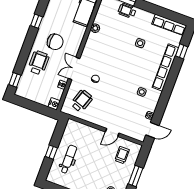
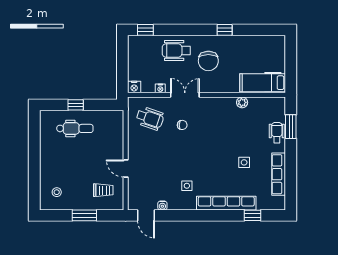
row of seats: (169, 25) -> (279, 174), moved
wheelchair: (39, 63) -> (176, 50), turned 180

